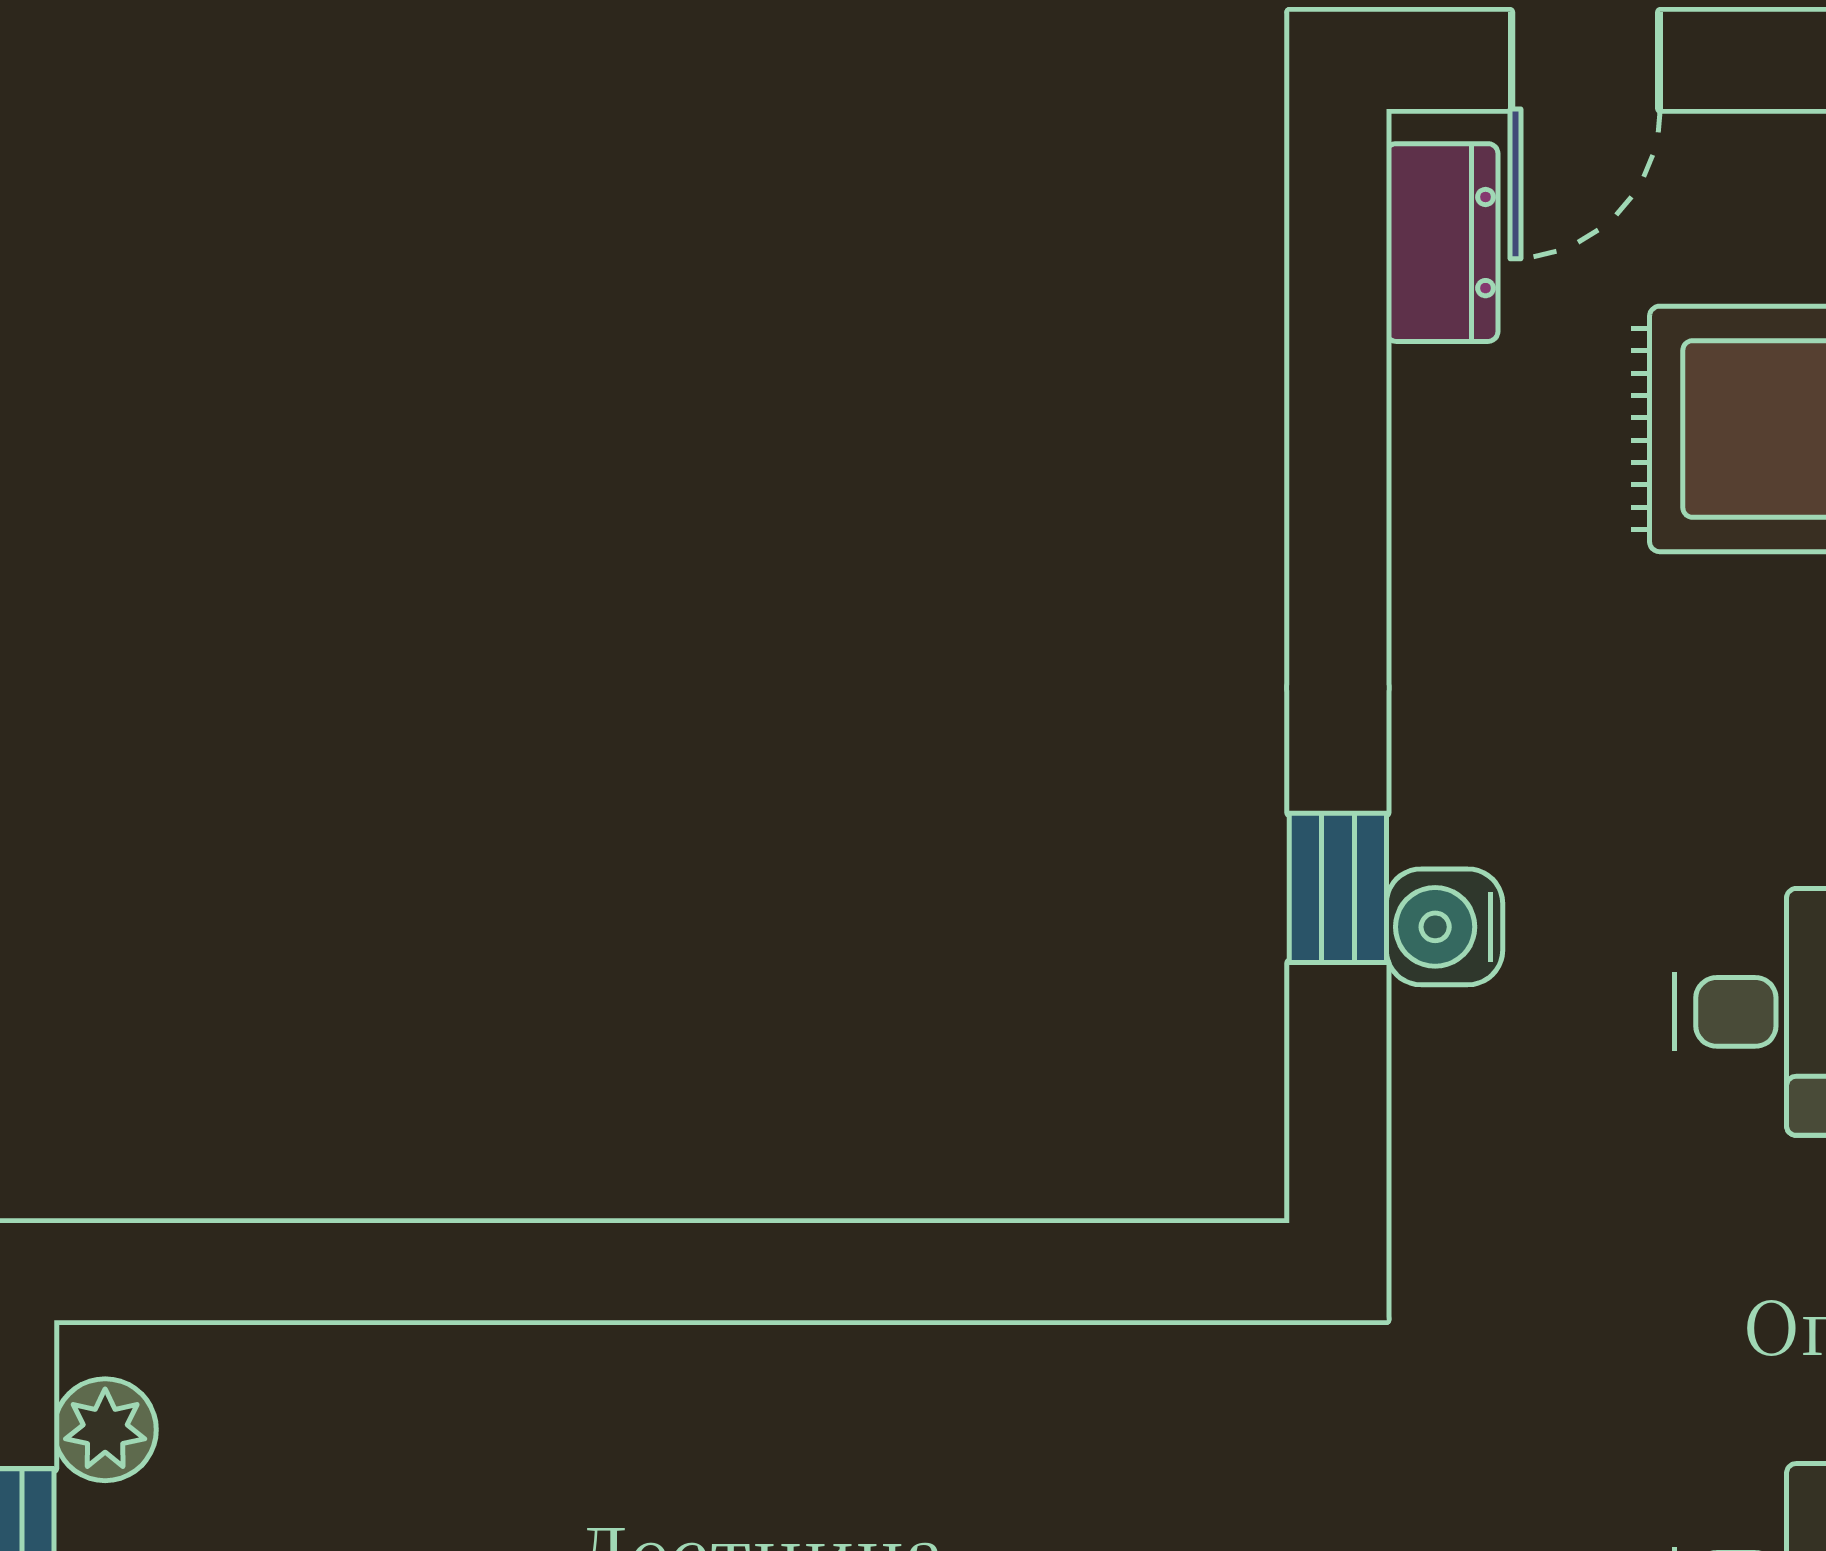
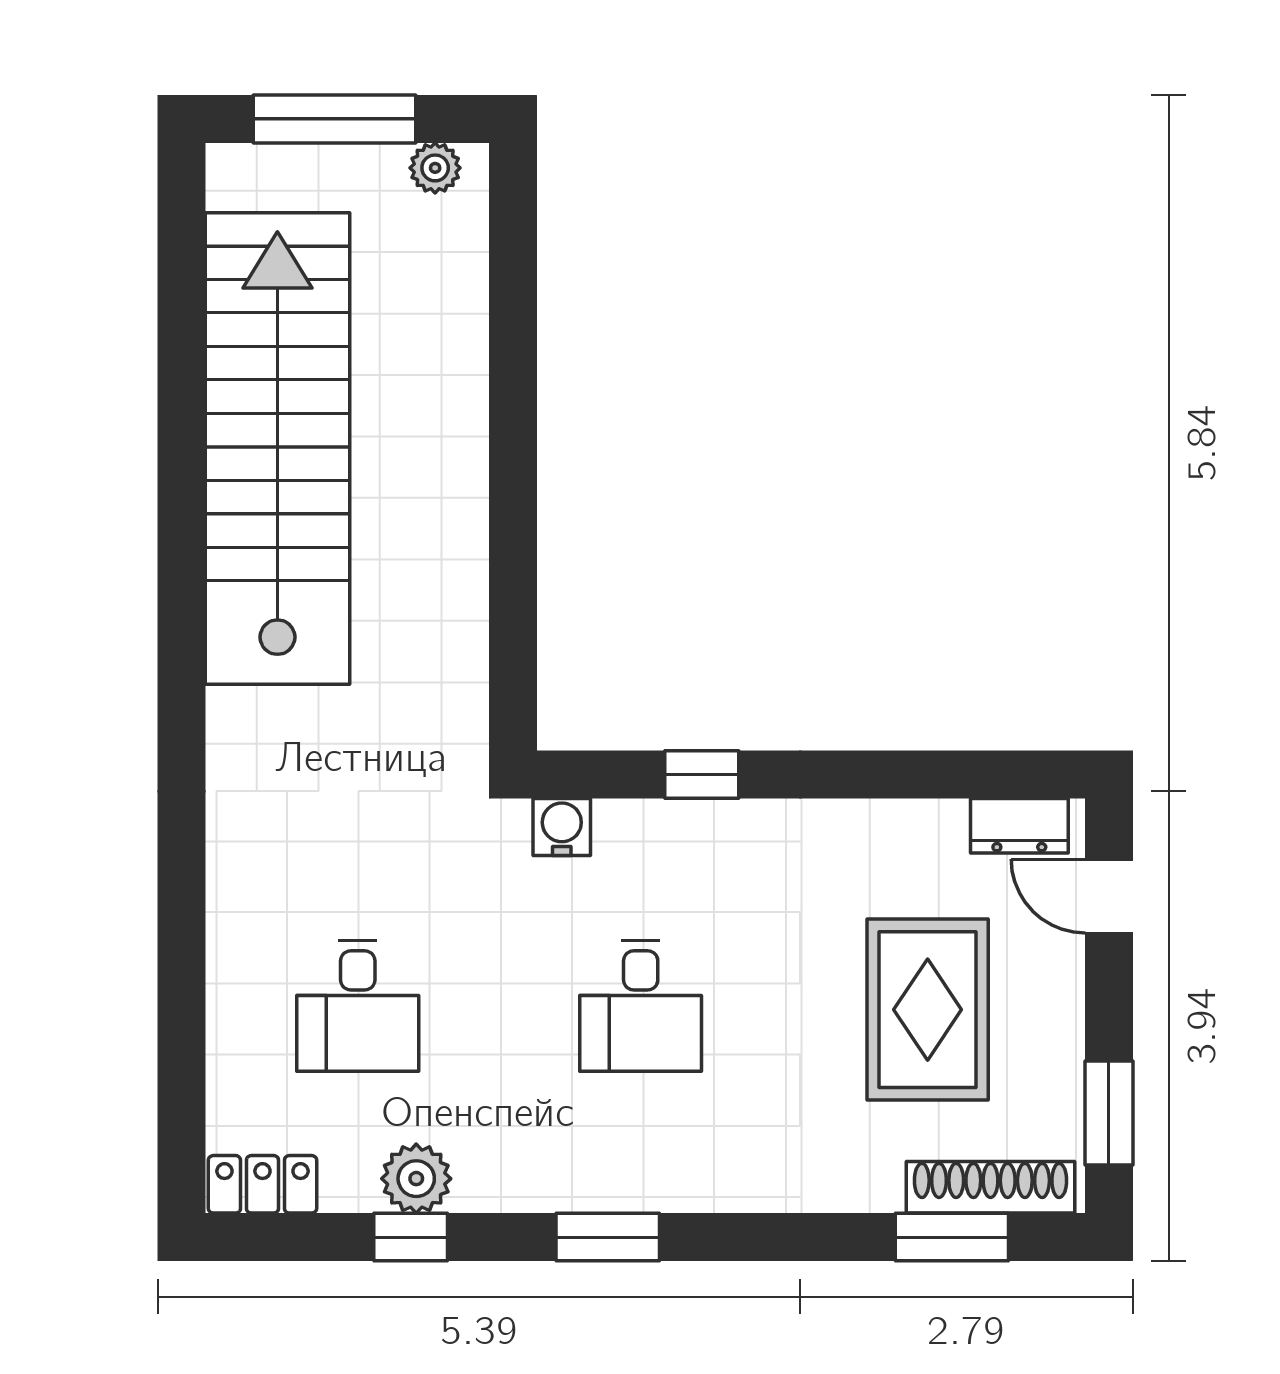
water cooler: (1444, 927) -> (562, 827), moved

